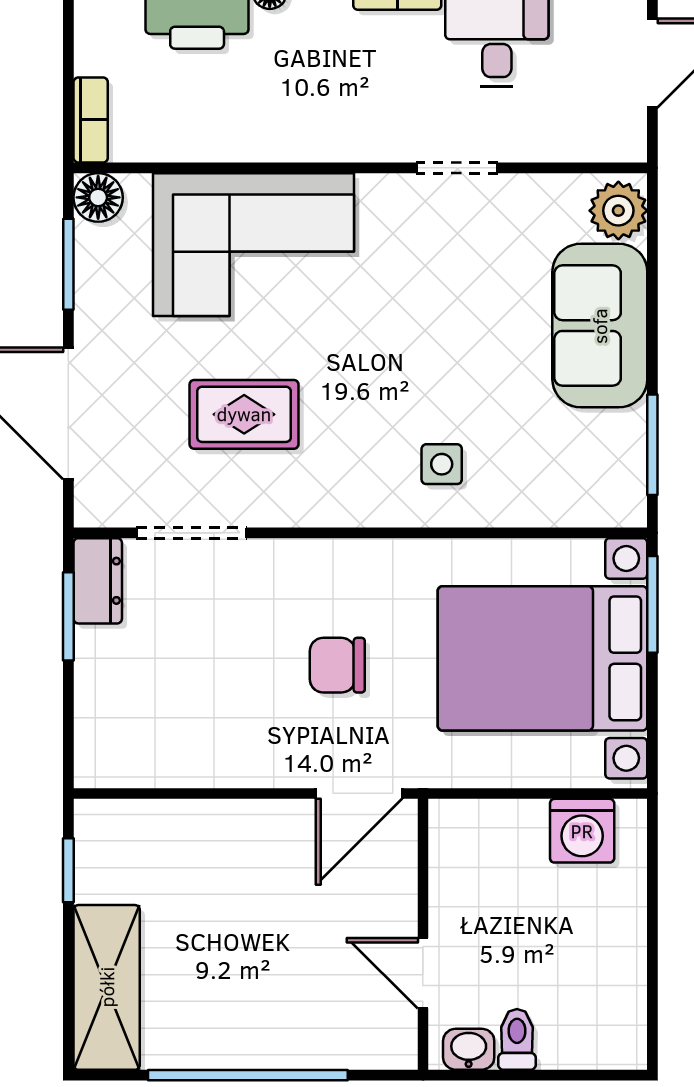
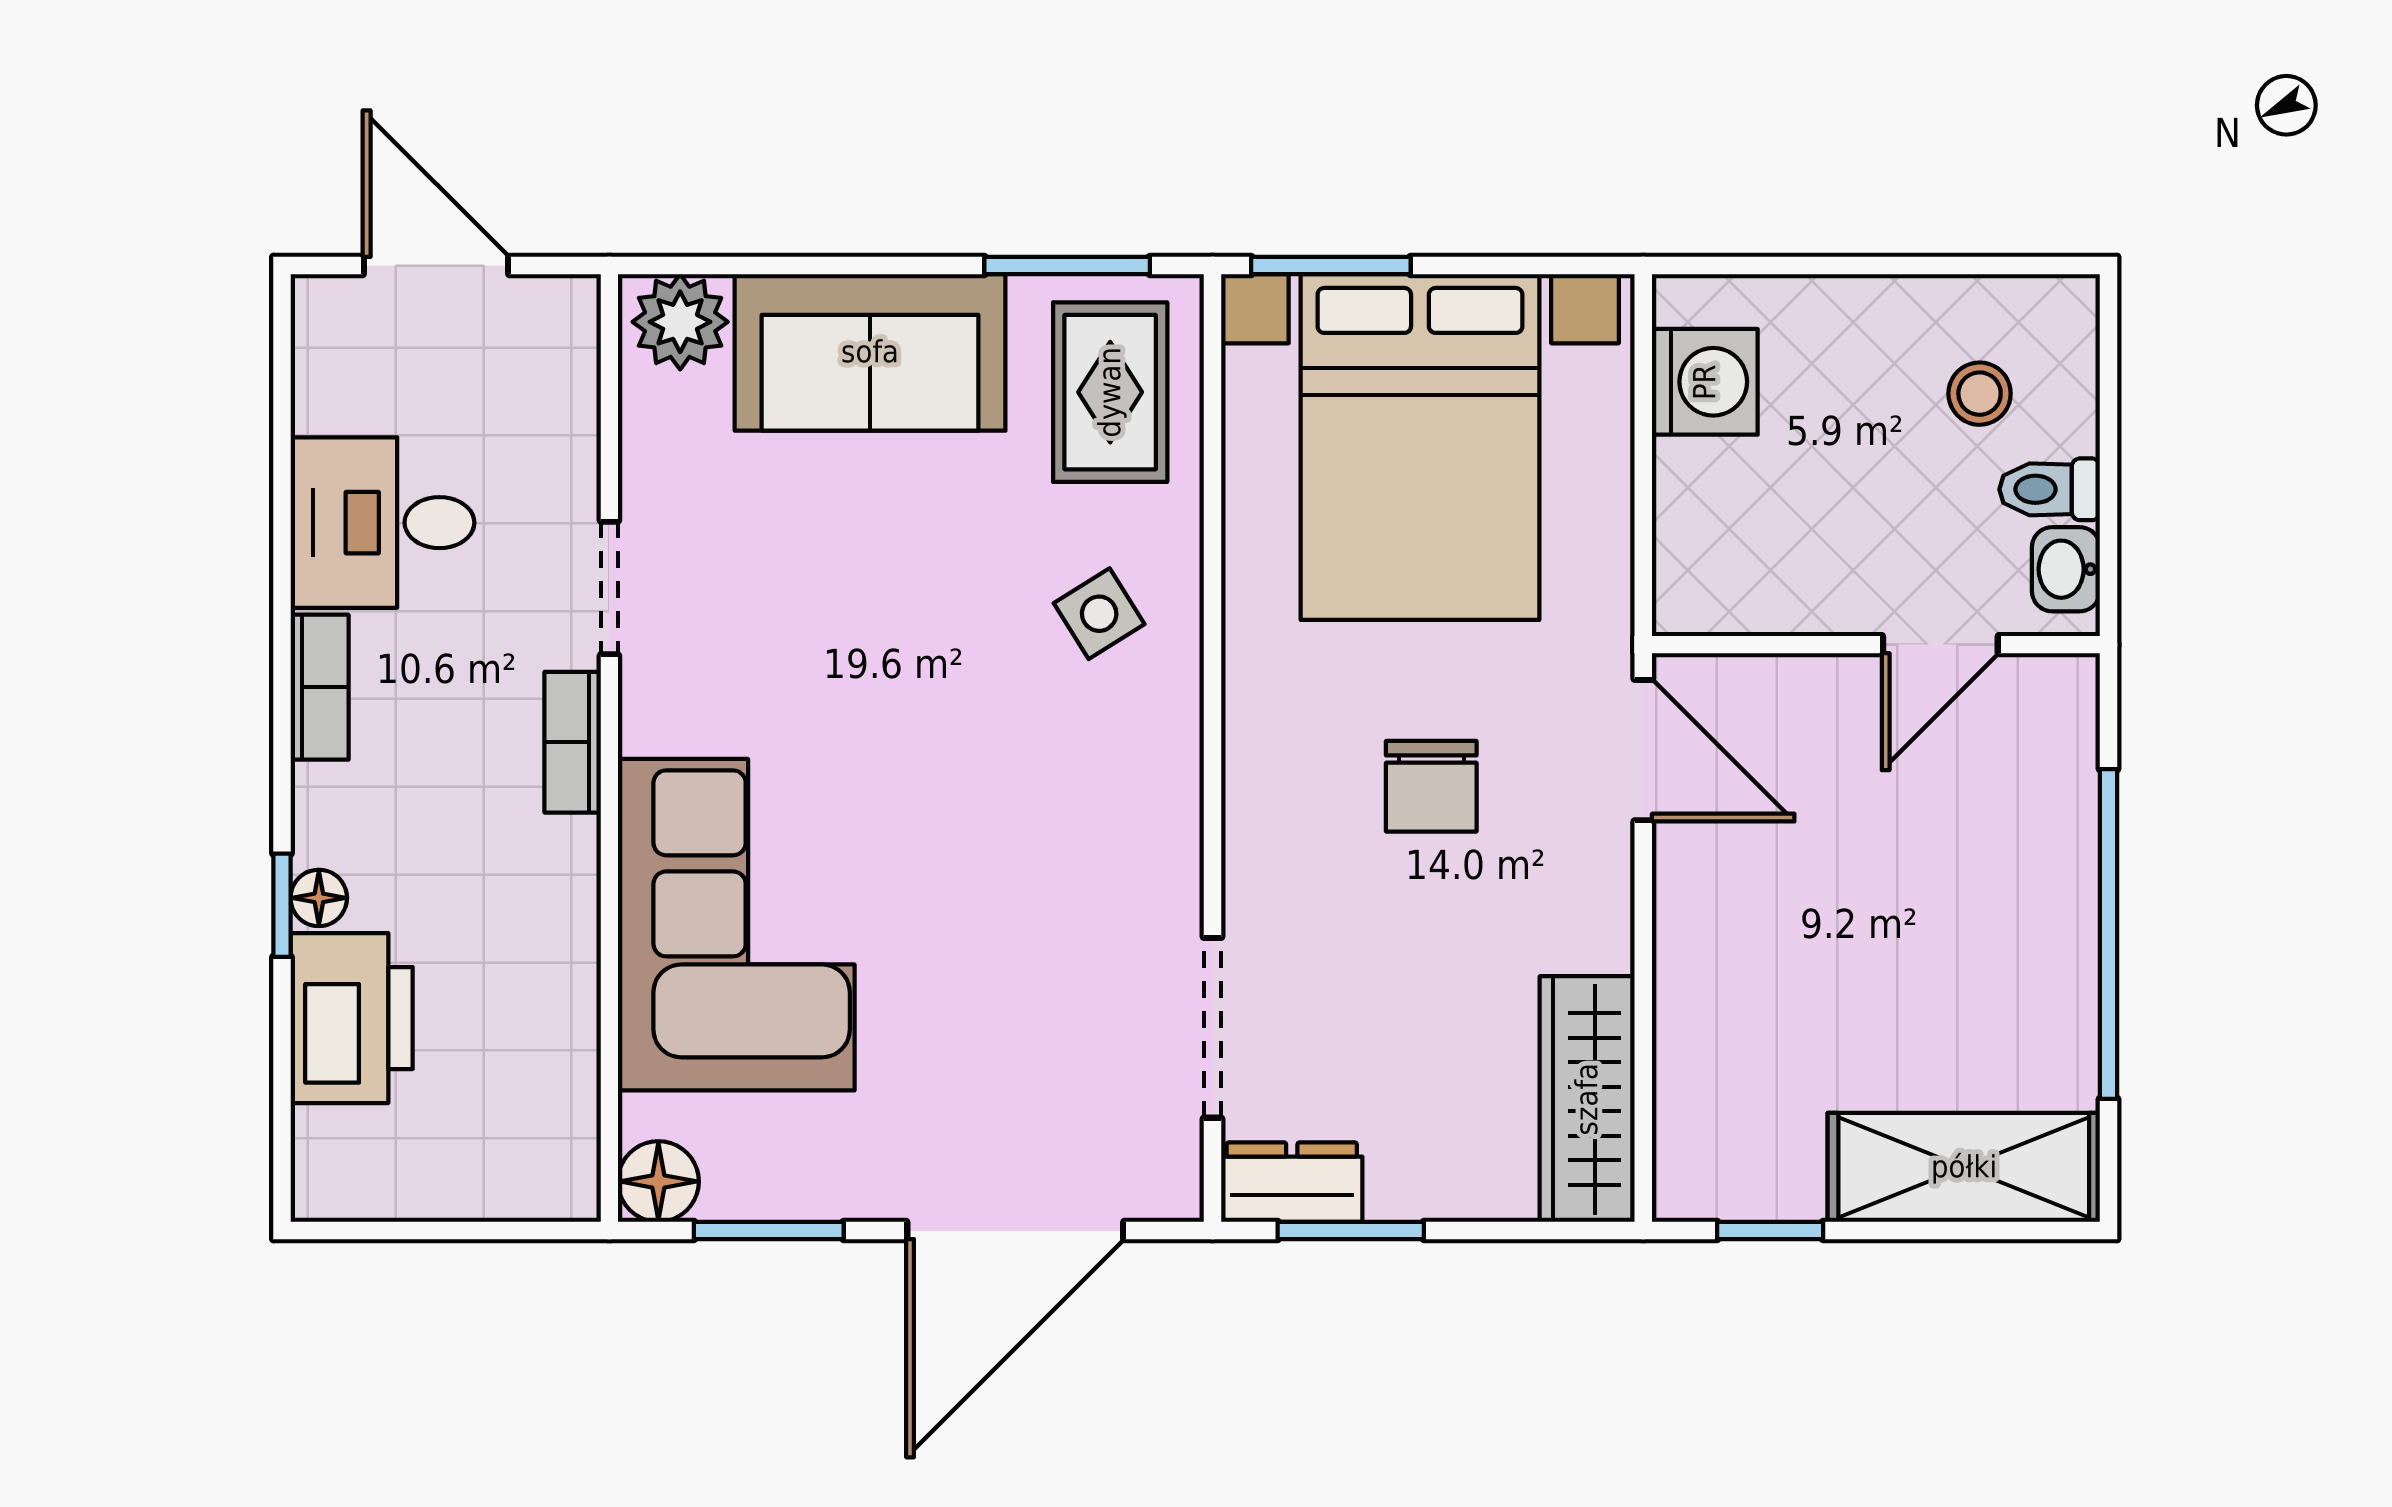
bookcase: (91, 120) -> (573, 742), moved, turned -90
rug: (244, 414) -> (1110, 392), moved
side table: (442, 464) -> (1099, 614), turned -32
wardrobe: (148, 760) -> (1587, 1099), added
stool: (575, 997) -> (1980, 394), added

